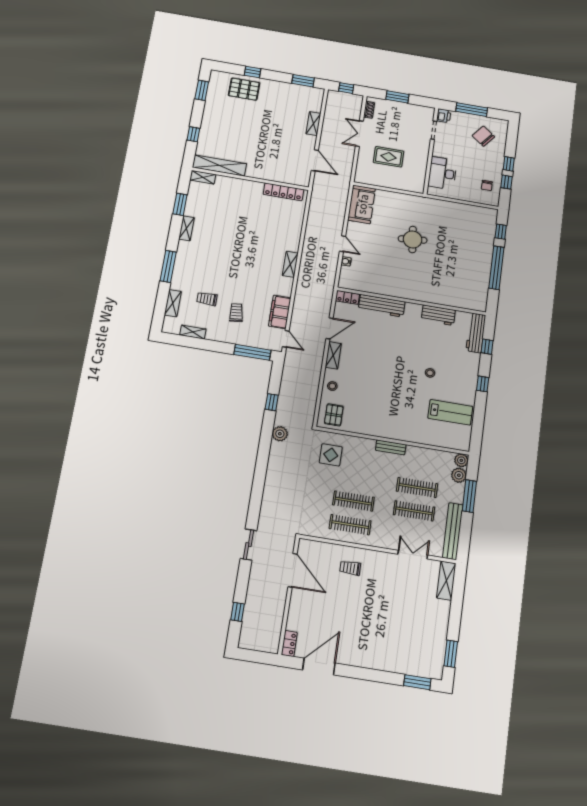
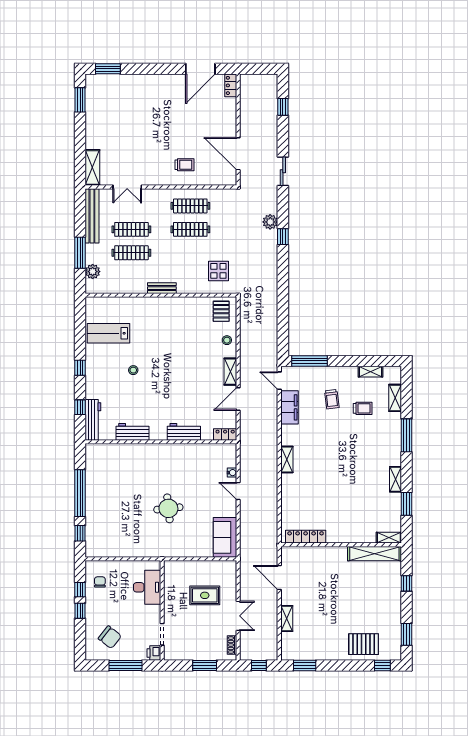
window: (253, 72) -> (382, 666), moved
workbench: (382, 306) -> (184, 432), width x0.73
window: (272, 402) -> (283, 237), moved
plant: (280, 434) -> (270, 222), moved
plant: (461, 460) -> (92, 287), removed

